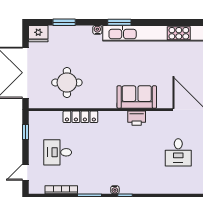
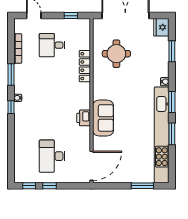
window: (154, 22) -> (172, 134), added
desk: (58, 152) -> (52, 45), turned -90
desk: (178, 152) -> (52, 156), width x1.37

